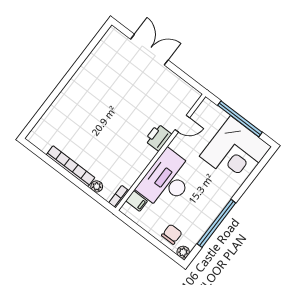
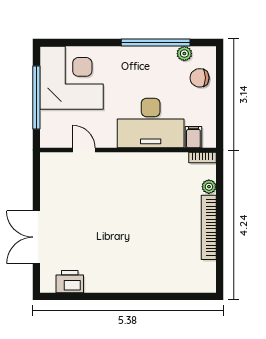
printer: (158, 137) -> (70, 282), moved, turned 180
plant: (183, 252) -> (184, 54), moved

